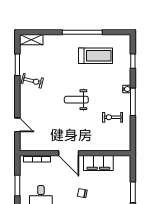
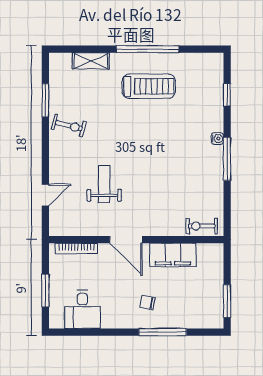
shelving: (31, 40) -> (91, 61), moved
treadmill: (95, 56) -> (149, 86), moved
weight bench: (76, 100) -> (104, 184), moved, turned 90
exercise bike: (113, 117) -> (202, 226), moved
door: (17, 125) -> (45, 195), hinge flipped

